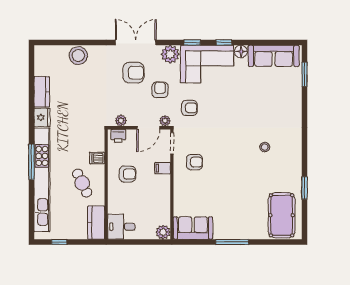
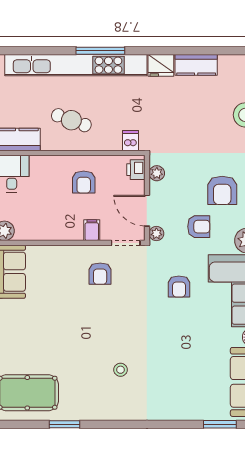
armchair: (189, 108) -> (179, 287), moved
dishwasher: (97, 158) -> (131, 141), moved
cafe table: (82, 183) -> (71, 120), turned 46

